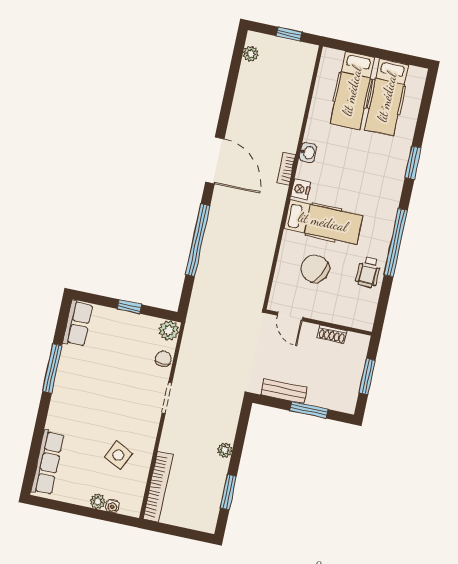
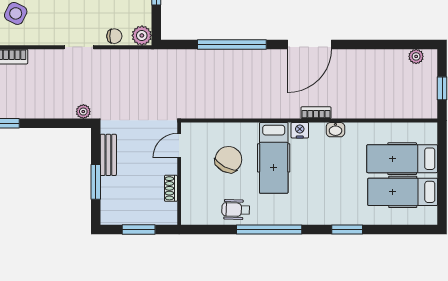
plant: (225, 450) -> (83, 112), moved

